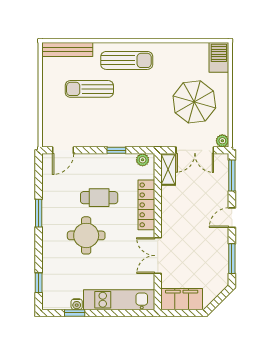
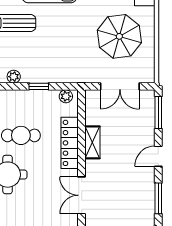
plant: (222, 141) -> (14, 77), moved
shelving: (168, 169) -> (92, 142), moved

